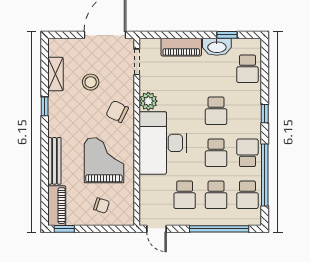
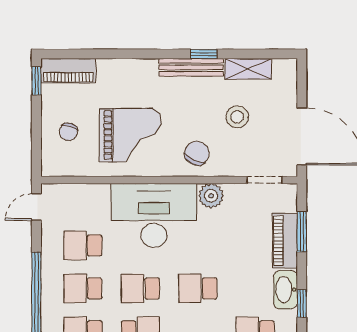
window: (174, 35) -> (302, 232), added
bench: (54, 161) -> (191, 67), moved

